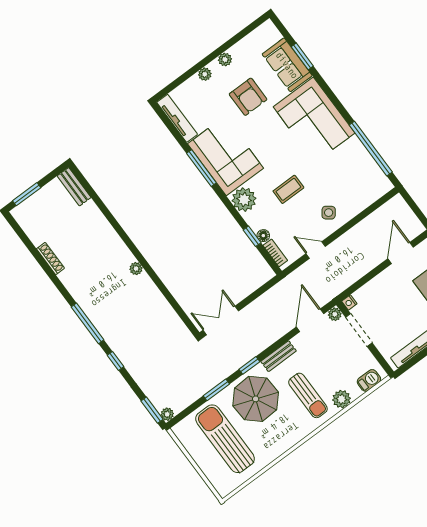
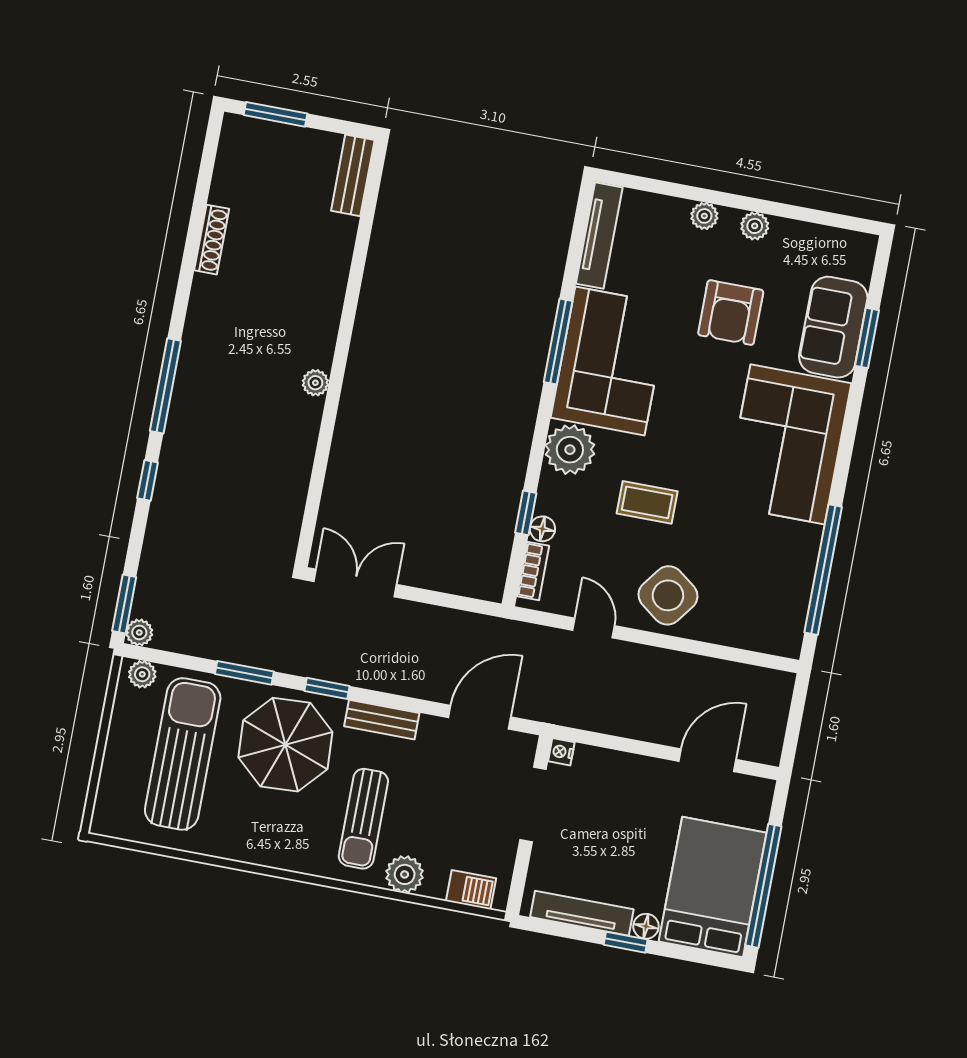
side table: (329, 213) -> (668, 595), width x1.87, depth x1.87
plant: (335, 314) -> (142, 674), moved

